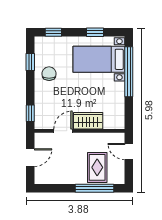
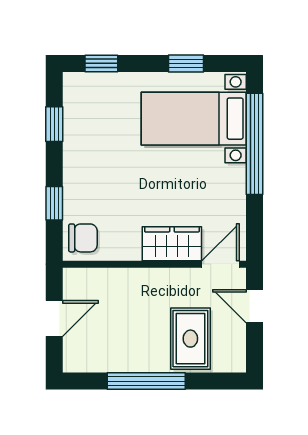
chair: (49, 74) -> (83, 238), moved, turned 90
window: (30, 113) -> (54, 203), moved
door: (63, 131) -> (220, 264), moved
window: (94, 188) -> (146, 381), moved

